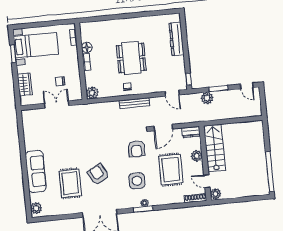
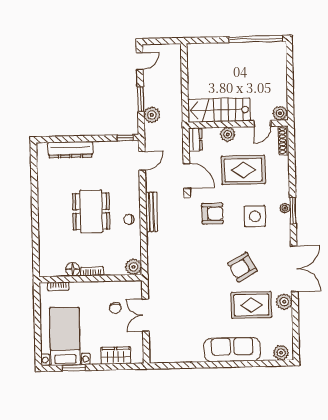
dining table: (131, 58) -> (91, 211), turned 90
plant: (74, 208) -> (284, 302), added

